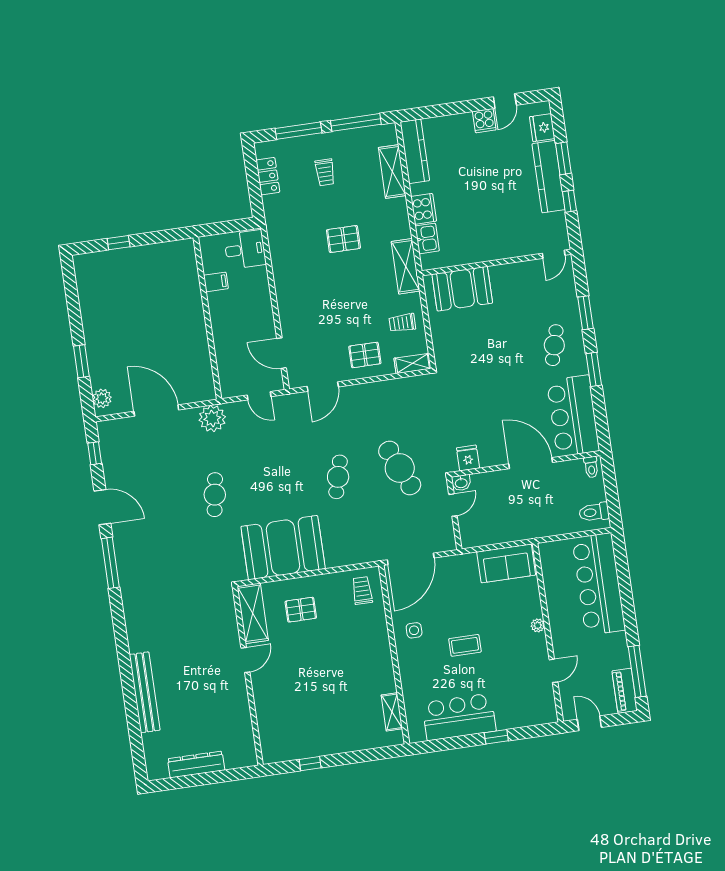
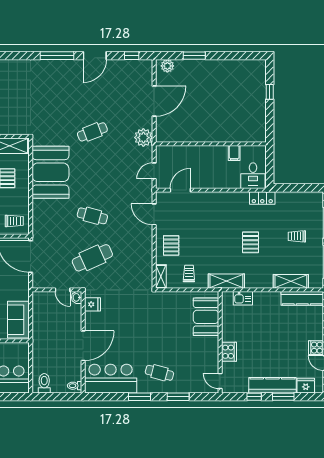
locker: (268, 176) -> (262, 198), moved
cooker: (424, 209) -> (229, 352), moved, turned -90
cafe table: (215, 495) -> (92, 132), turned -30

